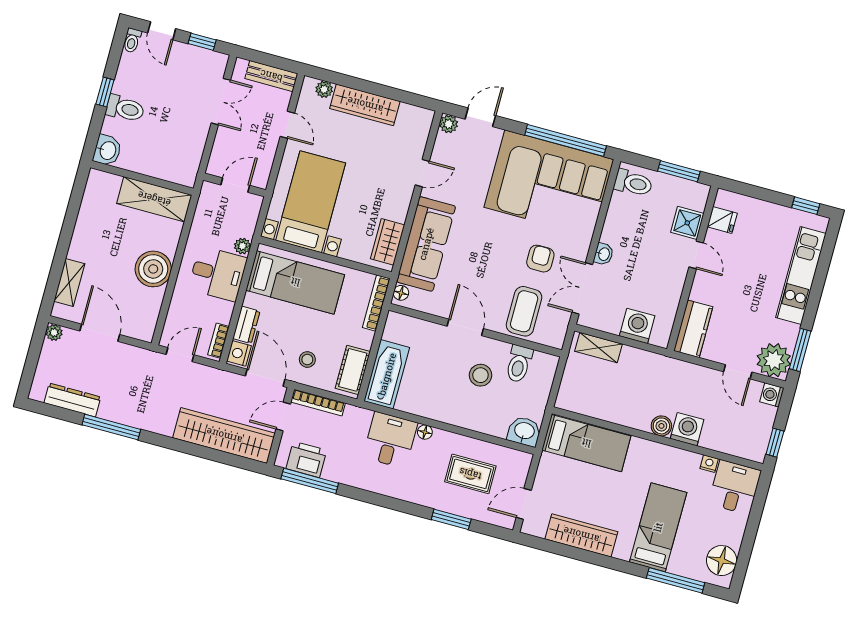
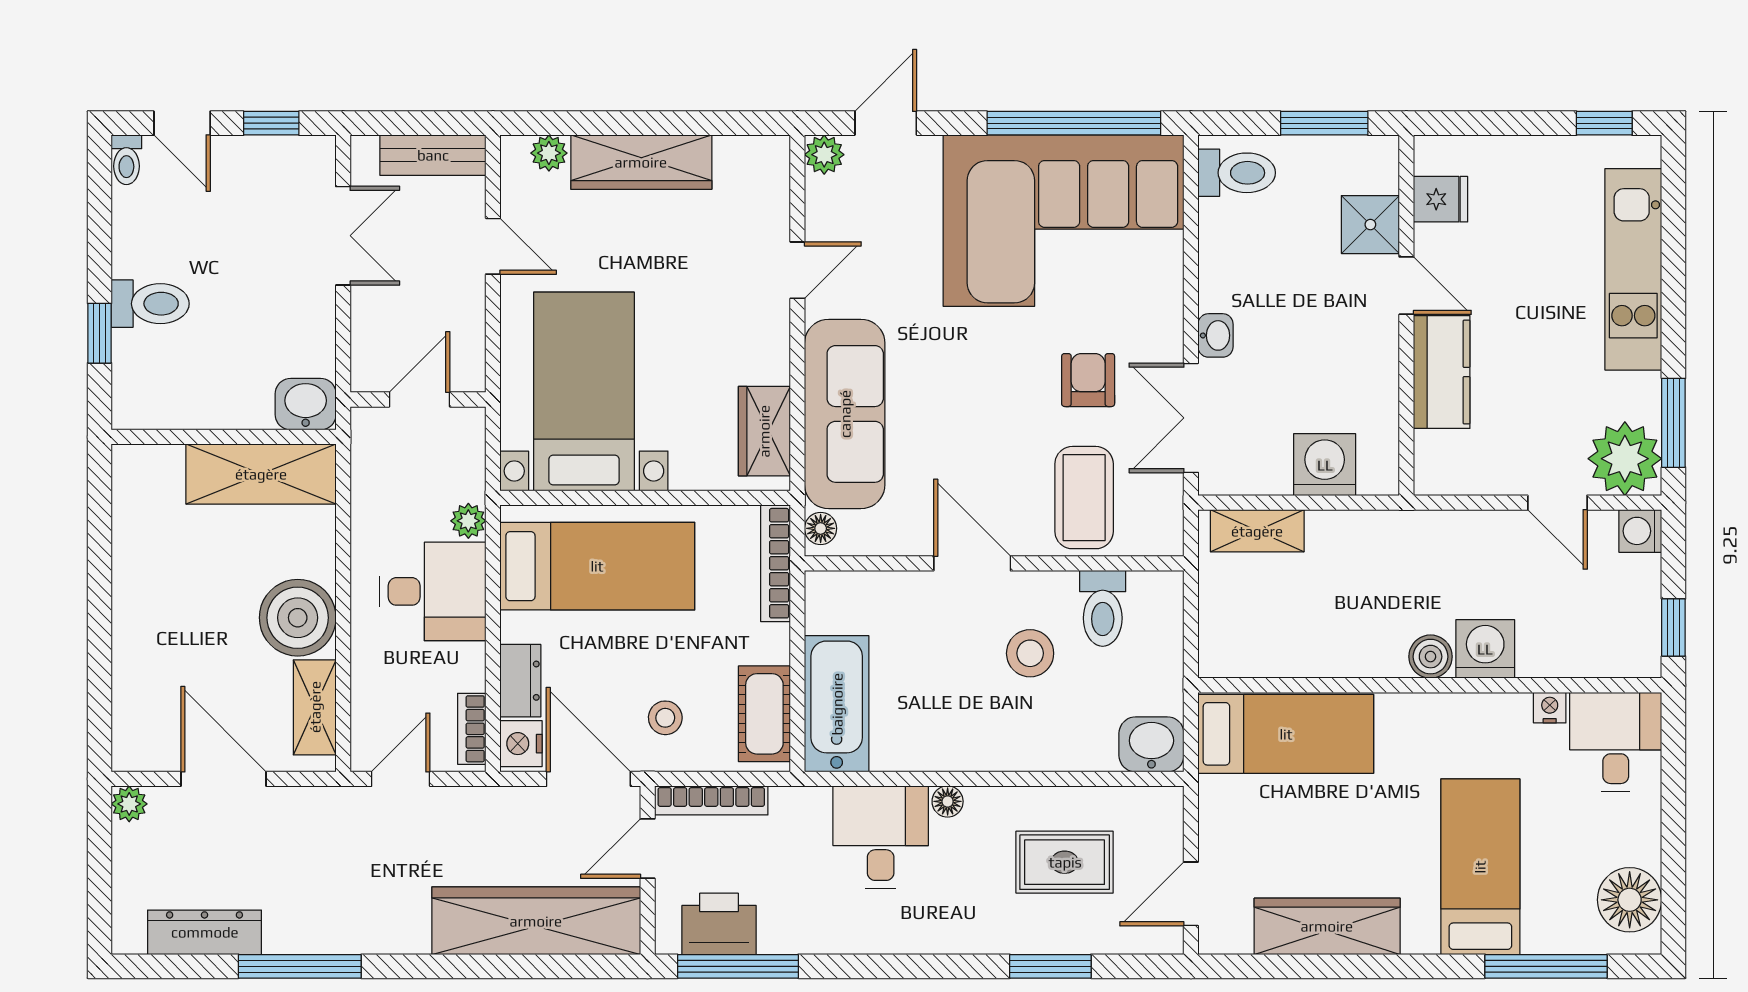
window: (105, 92) -> (99, 333), moved
washbasin: (107, 150) -> (306, 404), moved, turned -90
shelving: (69, 282) -> (315, 707), moved
kitchen counter: (693, 329) -> (1442, 372), moved

